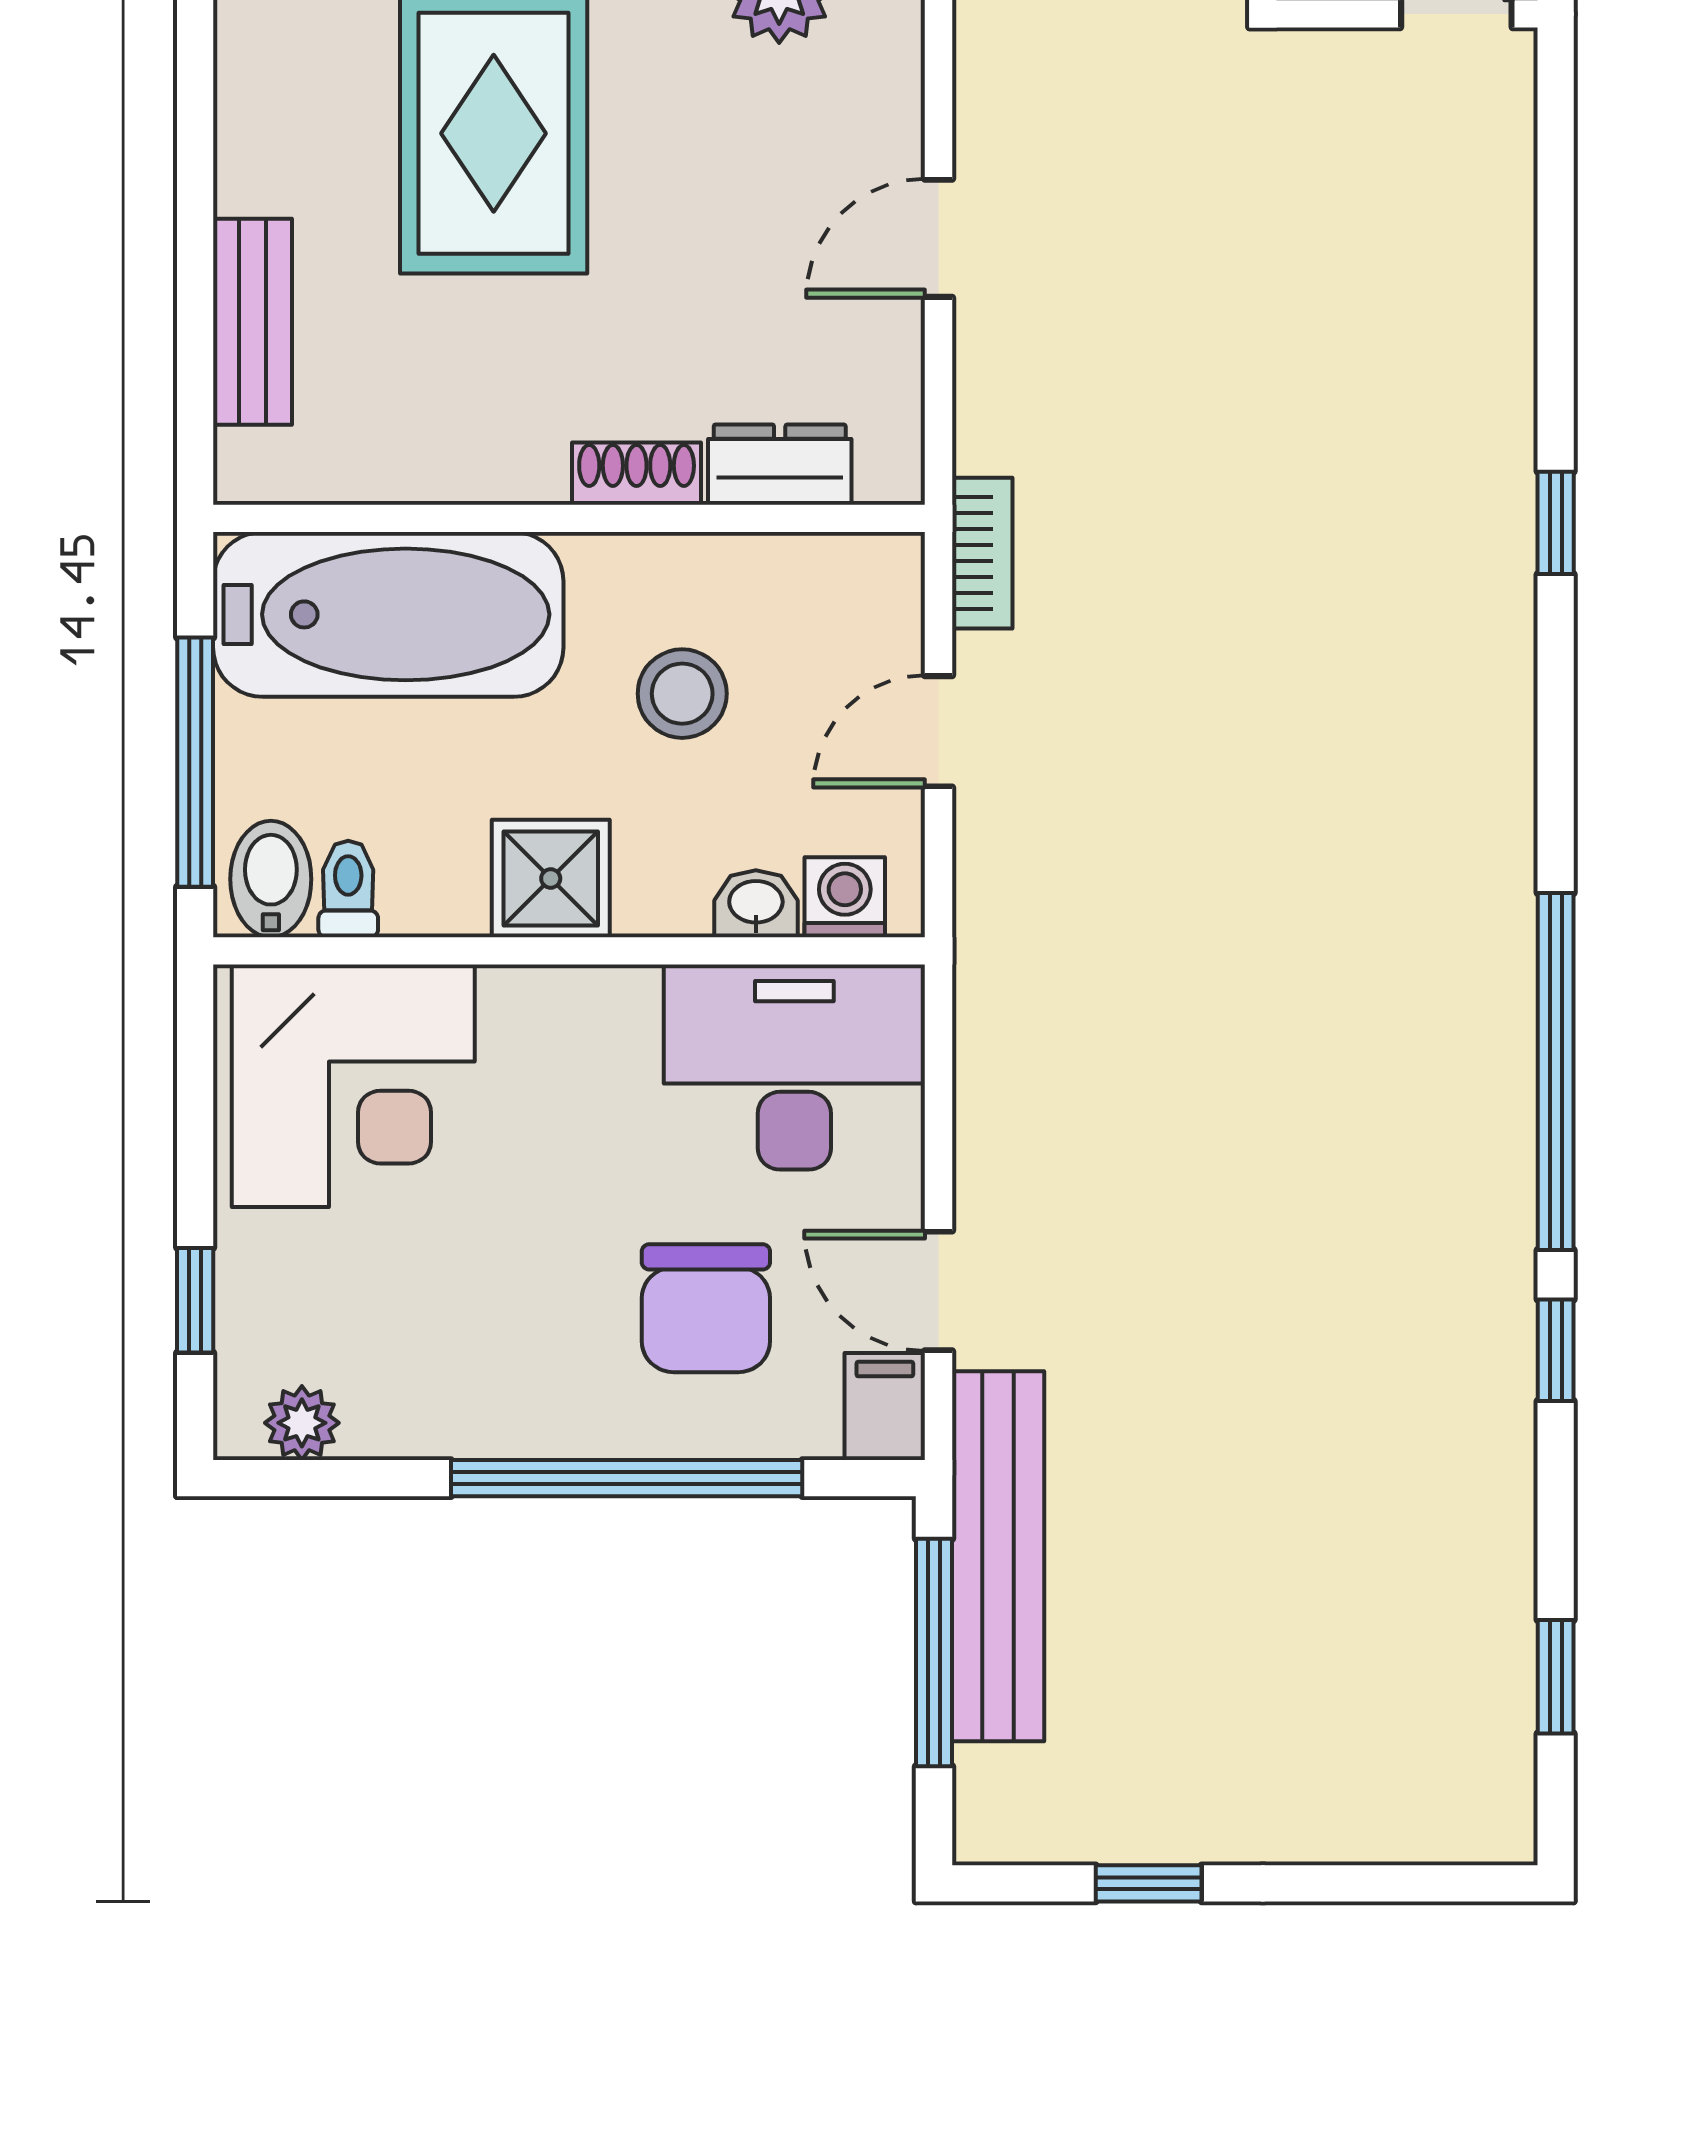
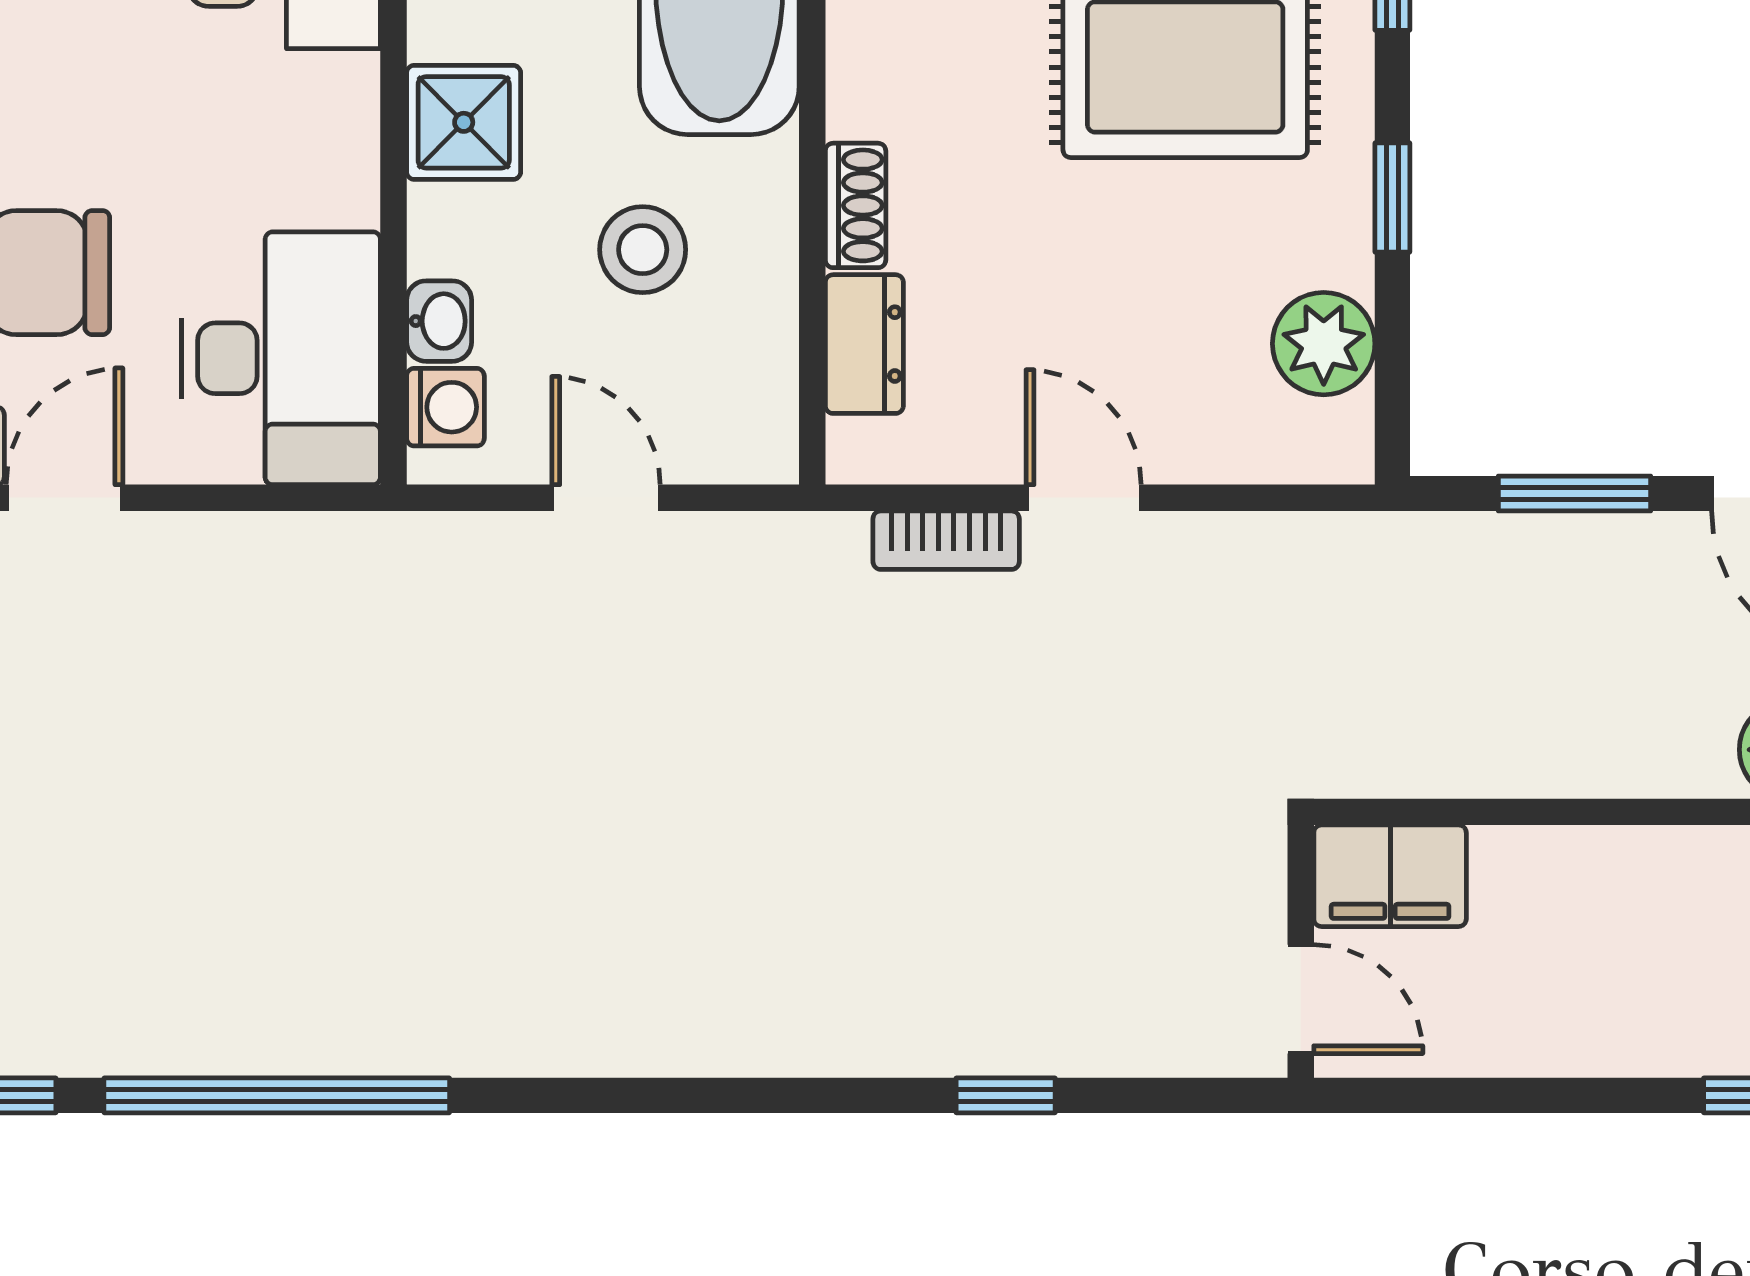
window: (1556, 523) -> (1006, 1095), moved
bookcase: (982, 553) -> (946, 540), moved

